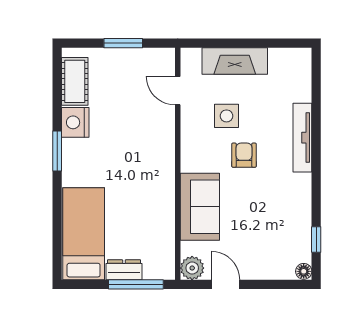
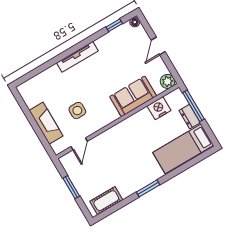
nightstand: (75, 122) -> (159, 108), moved, turned 180
tv unit: (302, 138) -> (77, 57), moved
armchair: (244, 155) -> (92, 89), removed
door: (226, 284) -> (158, 46), moved

